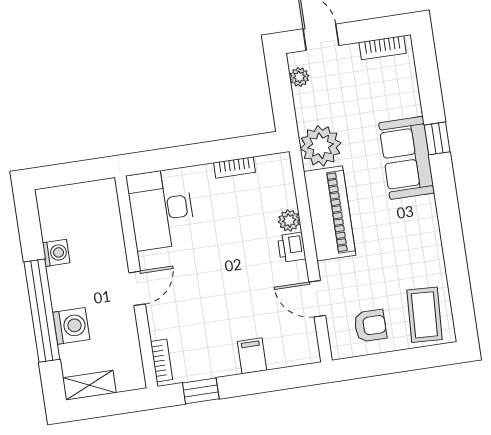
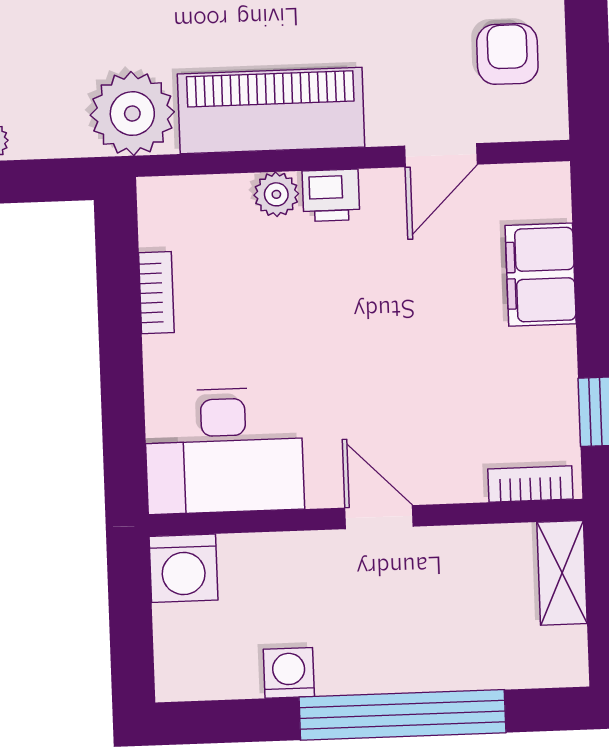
washing machine: (71, 326) -> (183, 568), moved, turned 180
filing cabinet: (252, 356) -> (541, 275), width x2.00
shelving: (89, 385) -> (562, 573), moved

